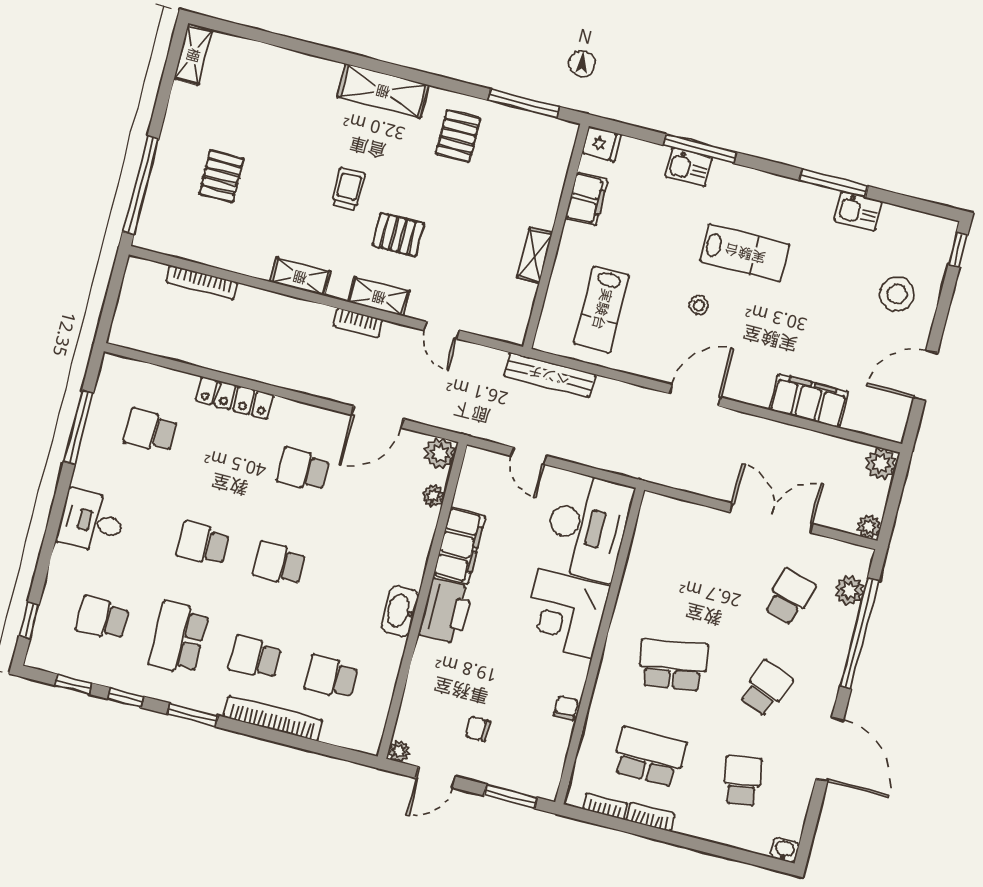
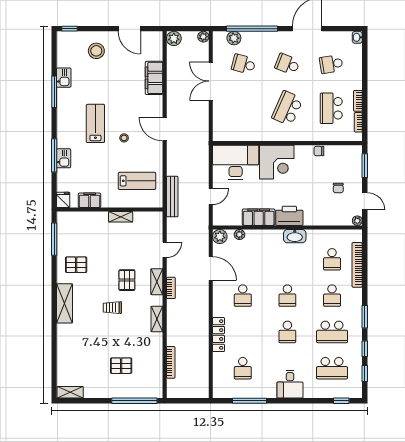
school desk: (102, 618) -> (332, 368), width x1.85
school desk: (673, 665) -> (287, 108), turned 33
bookcase: (273, 718) -> (357, 265), moved

